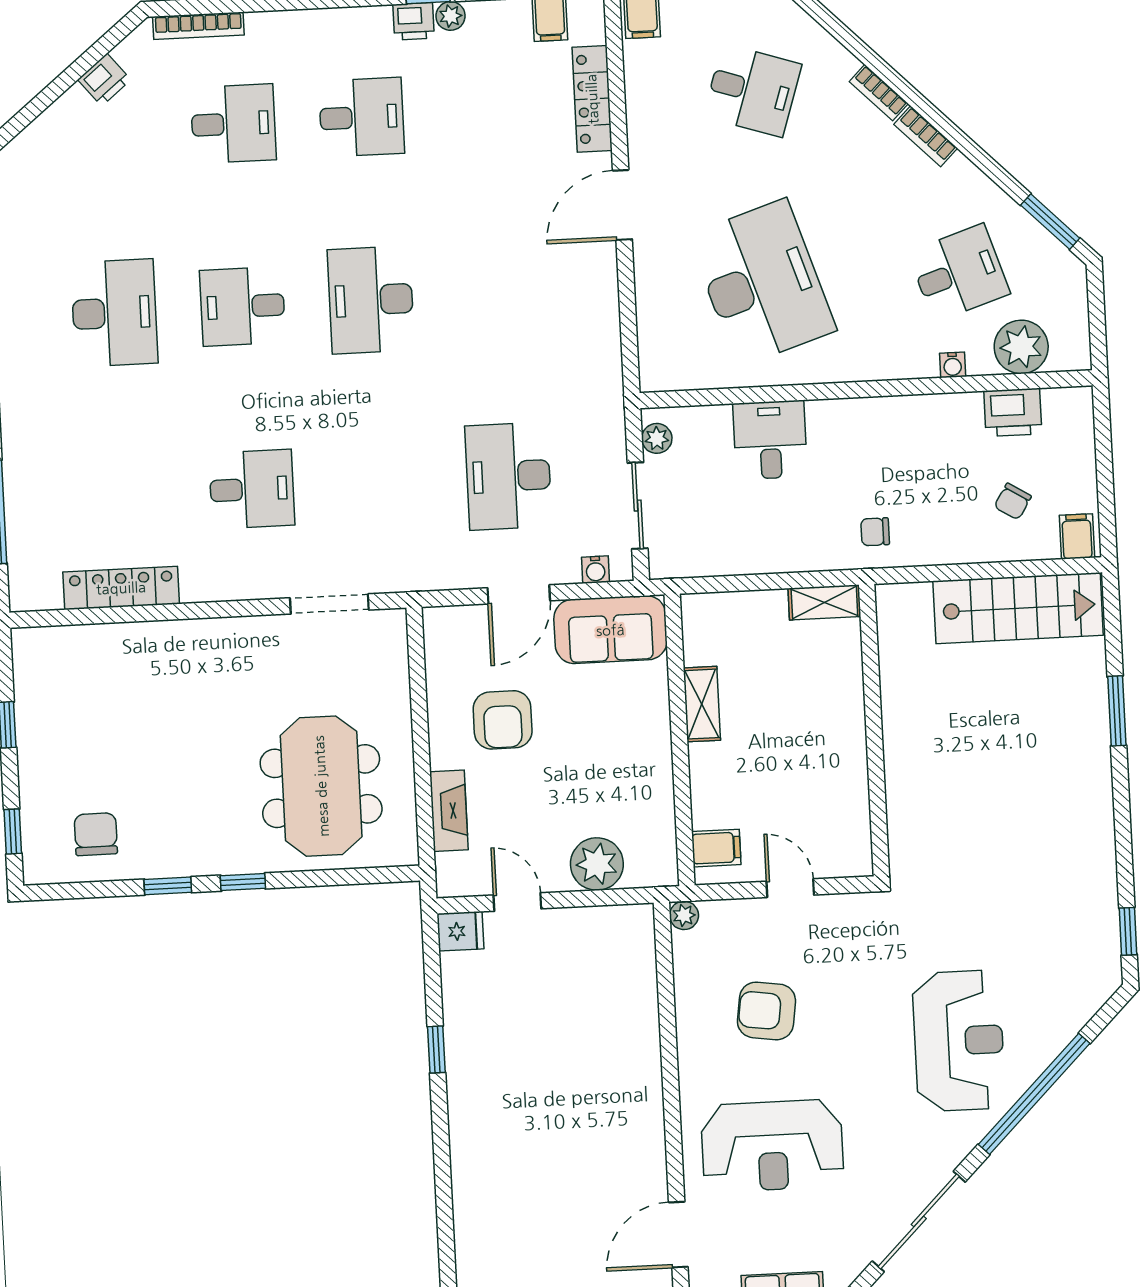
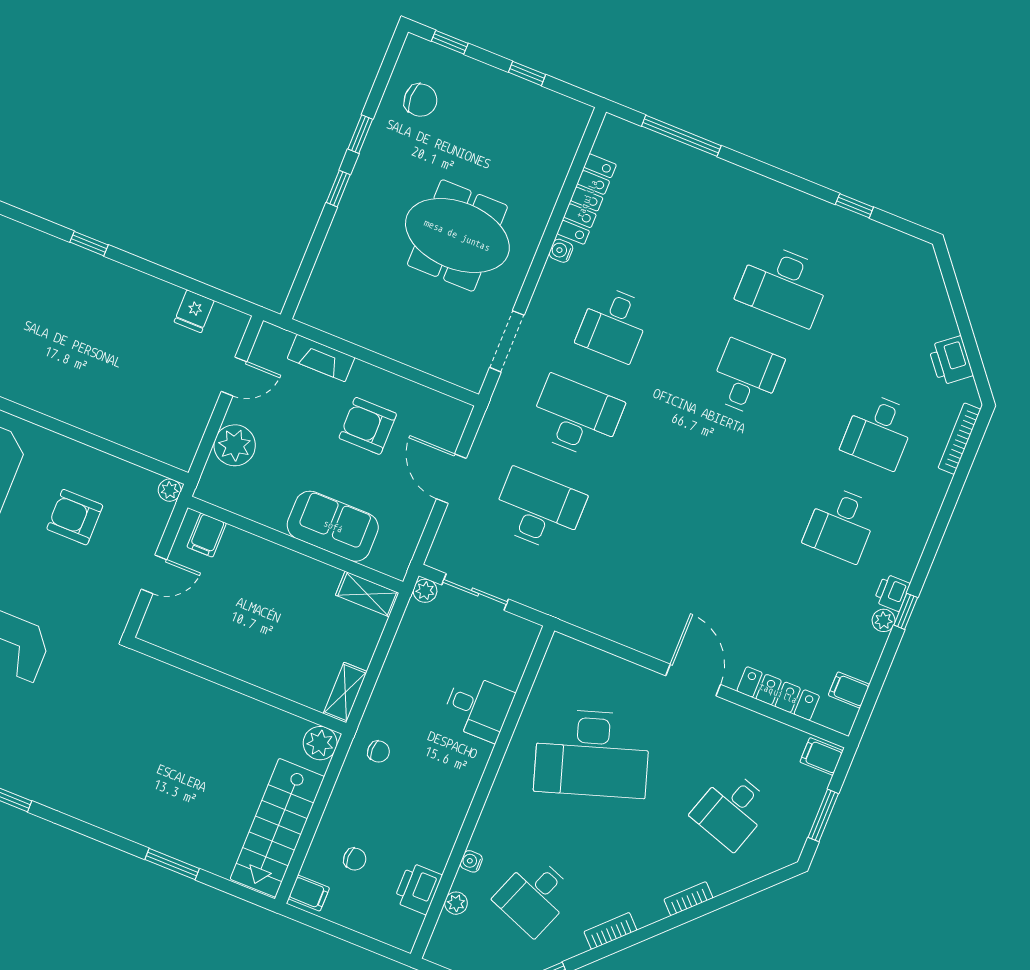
printer: (104, 80) -> (951, 361), width x1.36, depth x1.24
bookcase: (926, 136) -> (610, 931), moved
desk: (959, 273) -> (534, 896), turned 39
desk: (371, 300) -> (576, 417), moved
plant: (1021, 347) -> (456, 903), width x0.53, depth x0.53
plant: (657, 438) -> (425, 591), moved
chair: (1013, 501) -> (355, 859), turned 148
chair: (875, 532) -> (379, 752), turned 90
water cooler: (596, 570) -> (561, 251), moved
plant: (897, 604) -> (320, 743), added
sofa: (610, 630) -> (333, 526), moved, turned 90
shelving: (702, 704) -> (367, 594), moved
meeting table: (321, 786) -> (457, 235), moved
fridge: (460, 931) -> (194, 311), moved
armchair: (766, 1011) -> (75, 517), turned -98
window: (436, 1050) -> (89, 244), moved

